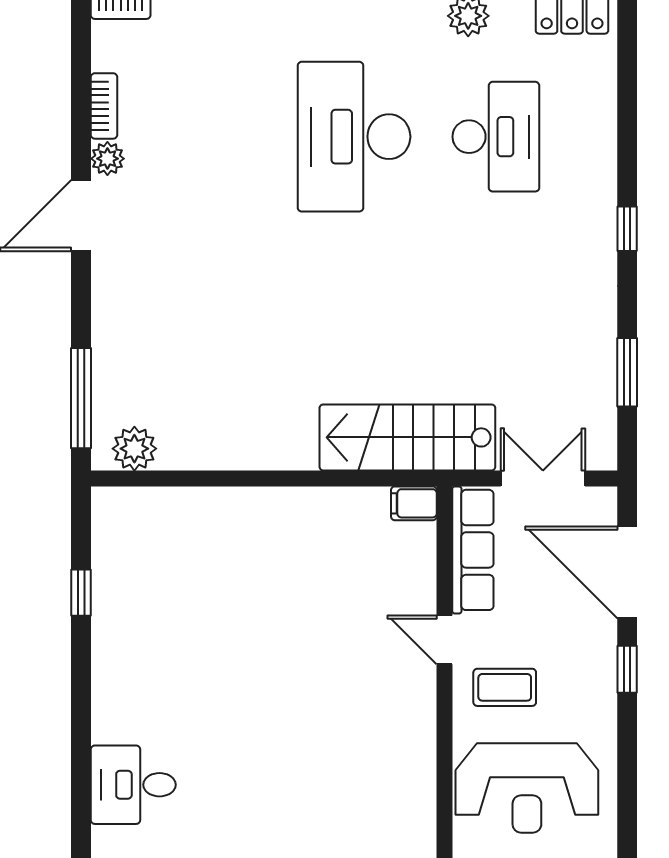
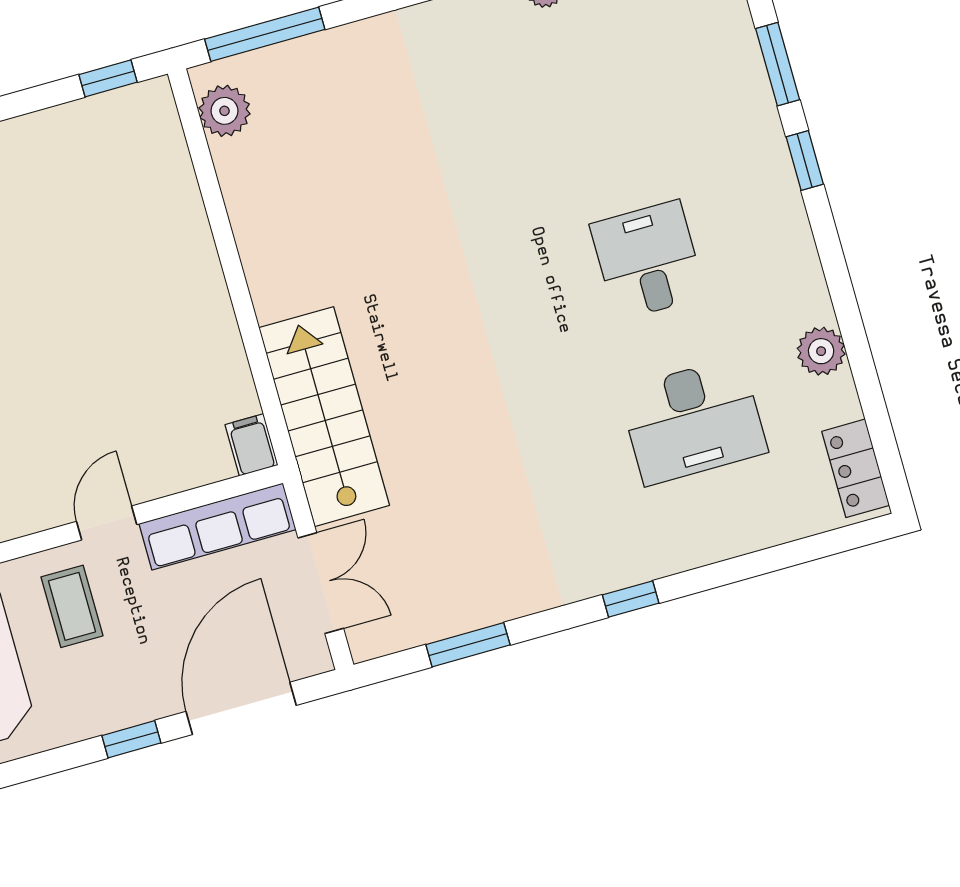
desk: (354, 137) -> (648, 260), width x0.53, depth x0.77
window: (81, 593) -> (108, 78), moved

